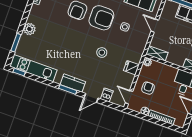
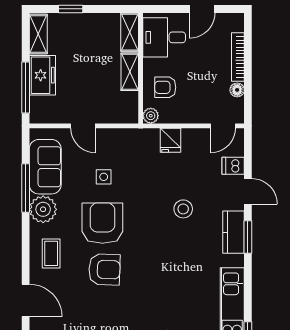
door: (155, 26) -> (83, 126), hinge flipped
stool: (102, 53) -> (183, 209), moved
shelving: (157, 53) -> (130, 72), moved
armchair: (148, 88) -> (165, 87), moved

